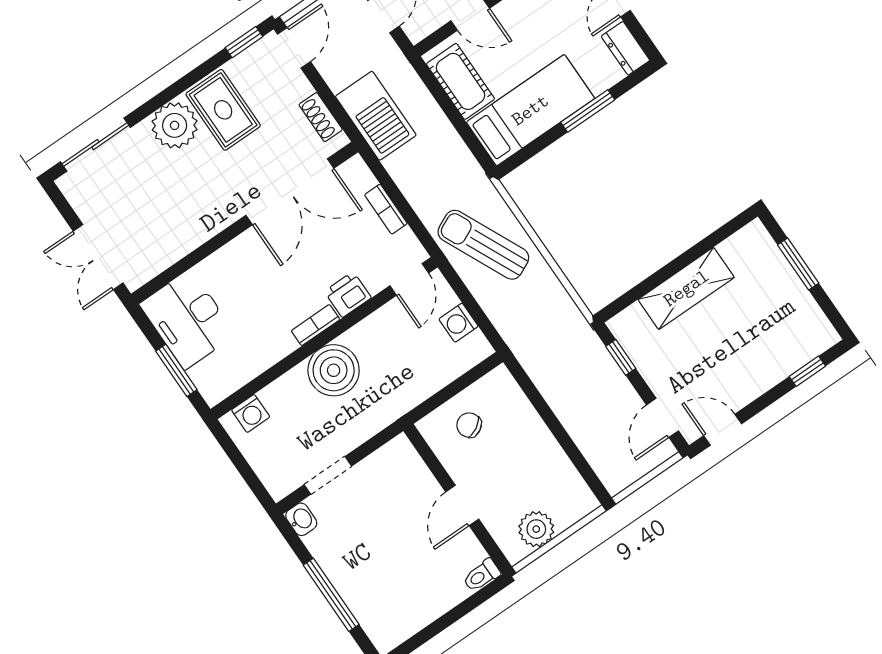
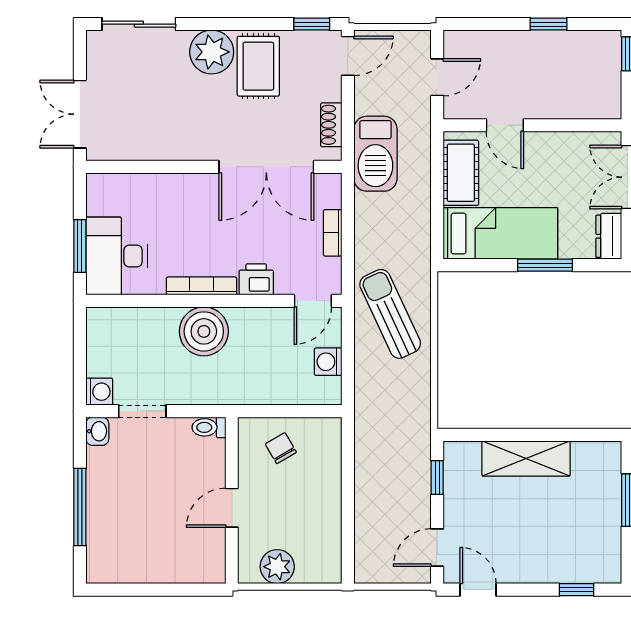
desk: (188, 319) -> (116, 256), moved
bookcase: (316, 325) -> (202, 286), width x1.56
washing machine: (251, 413) -> (99, 392), moved, turned -90
toilet: (482, 575) -> (209, 427), moved

